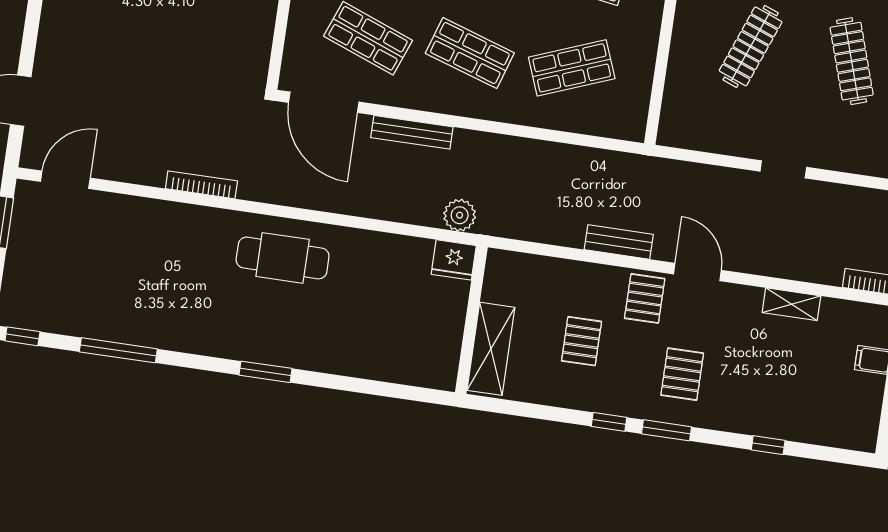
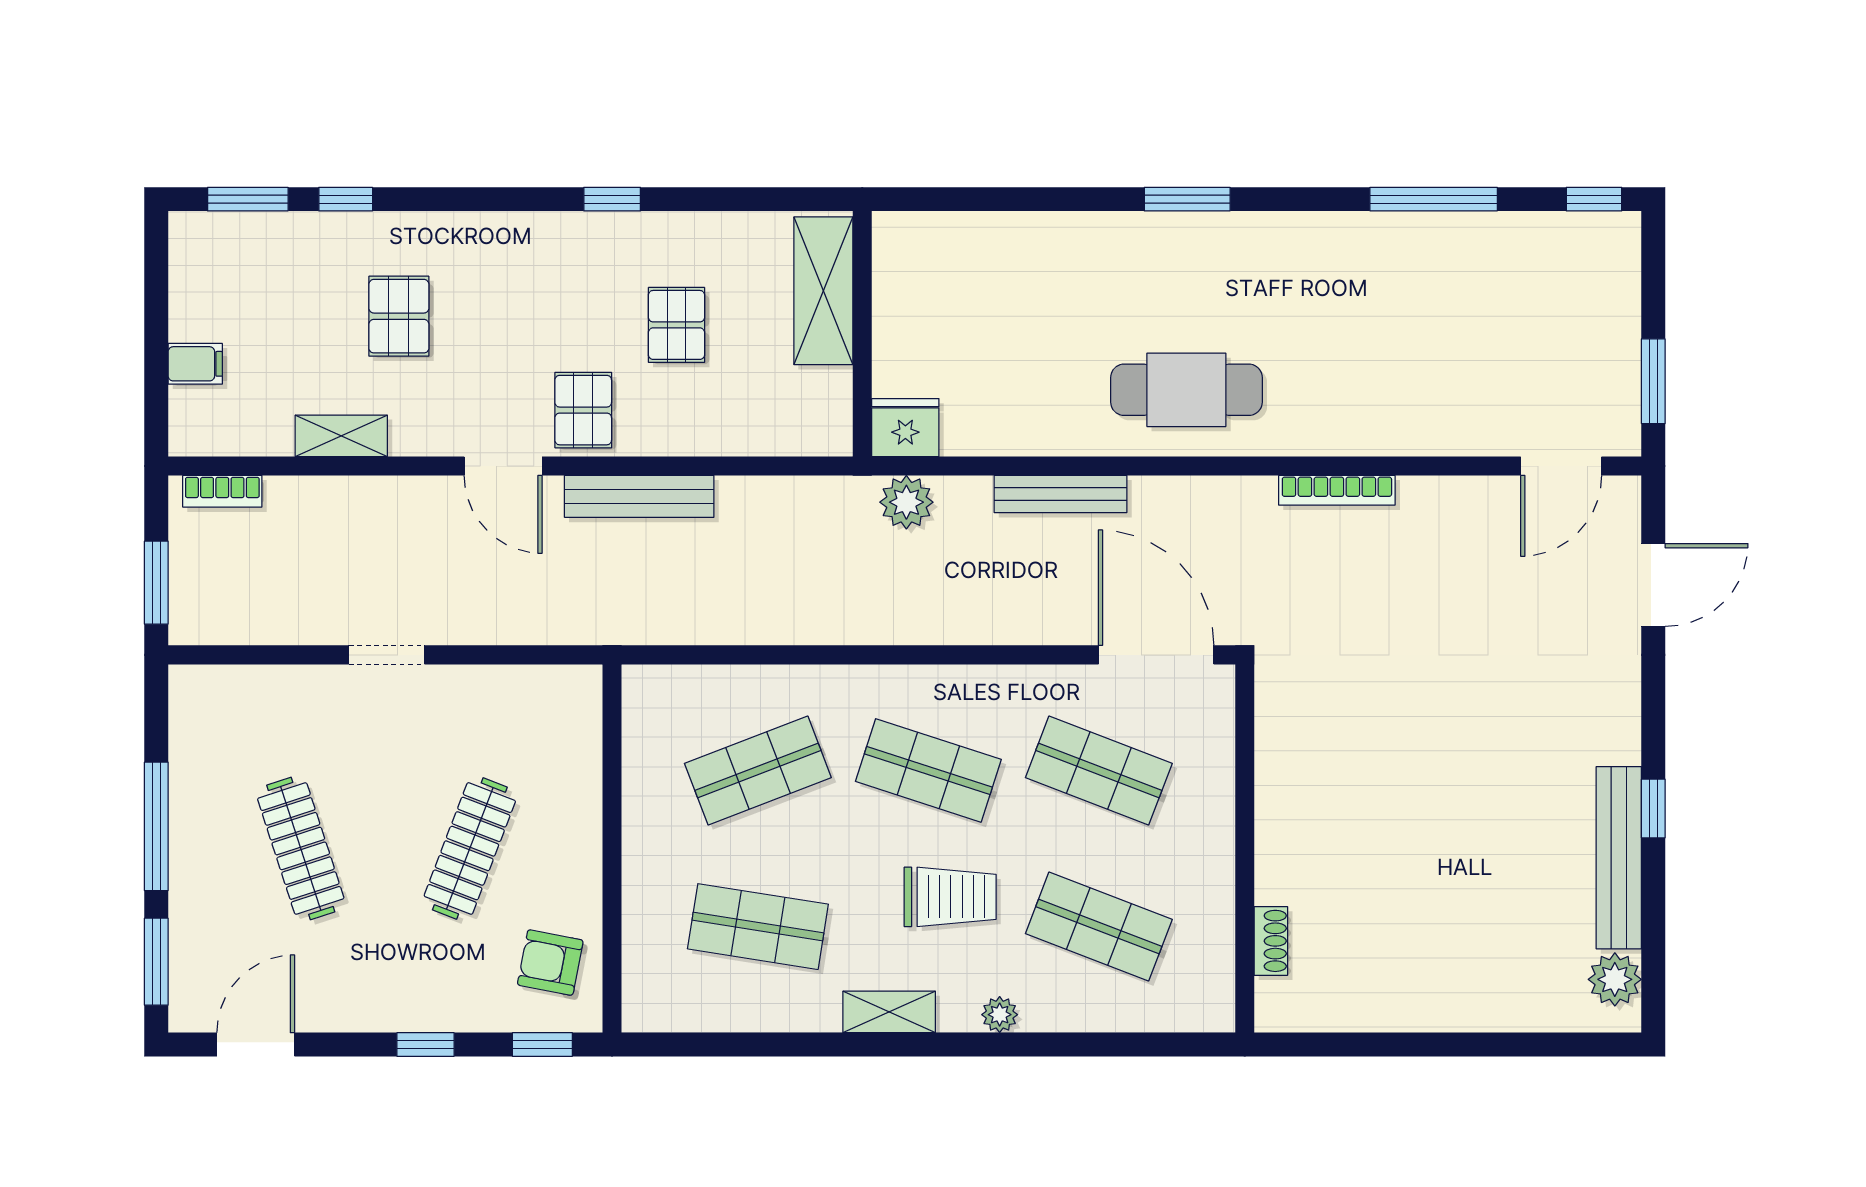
bench: (412, 132) -> (1061, 494), moved
bench: (619, 242) -> (639, 496), width x1.36
pallet: (682, 374) -> (399, 316), moved
window: (667, 430) -> (248, 199), moved

